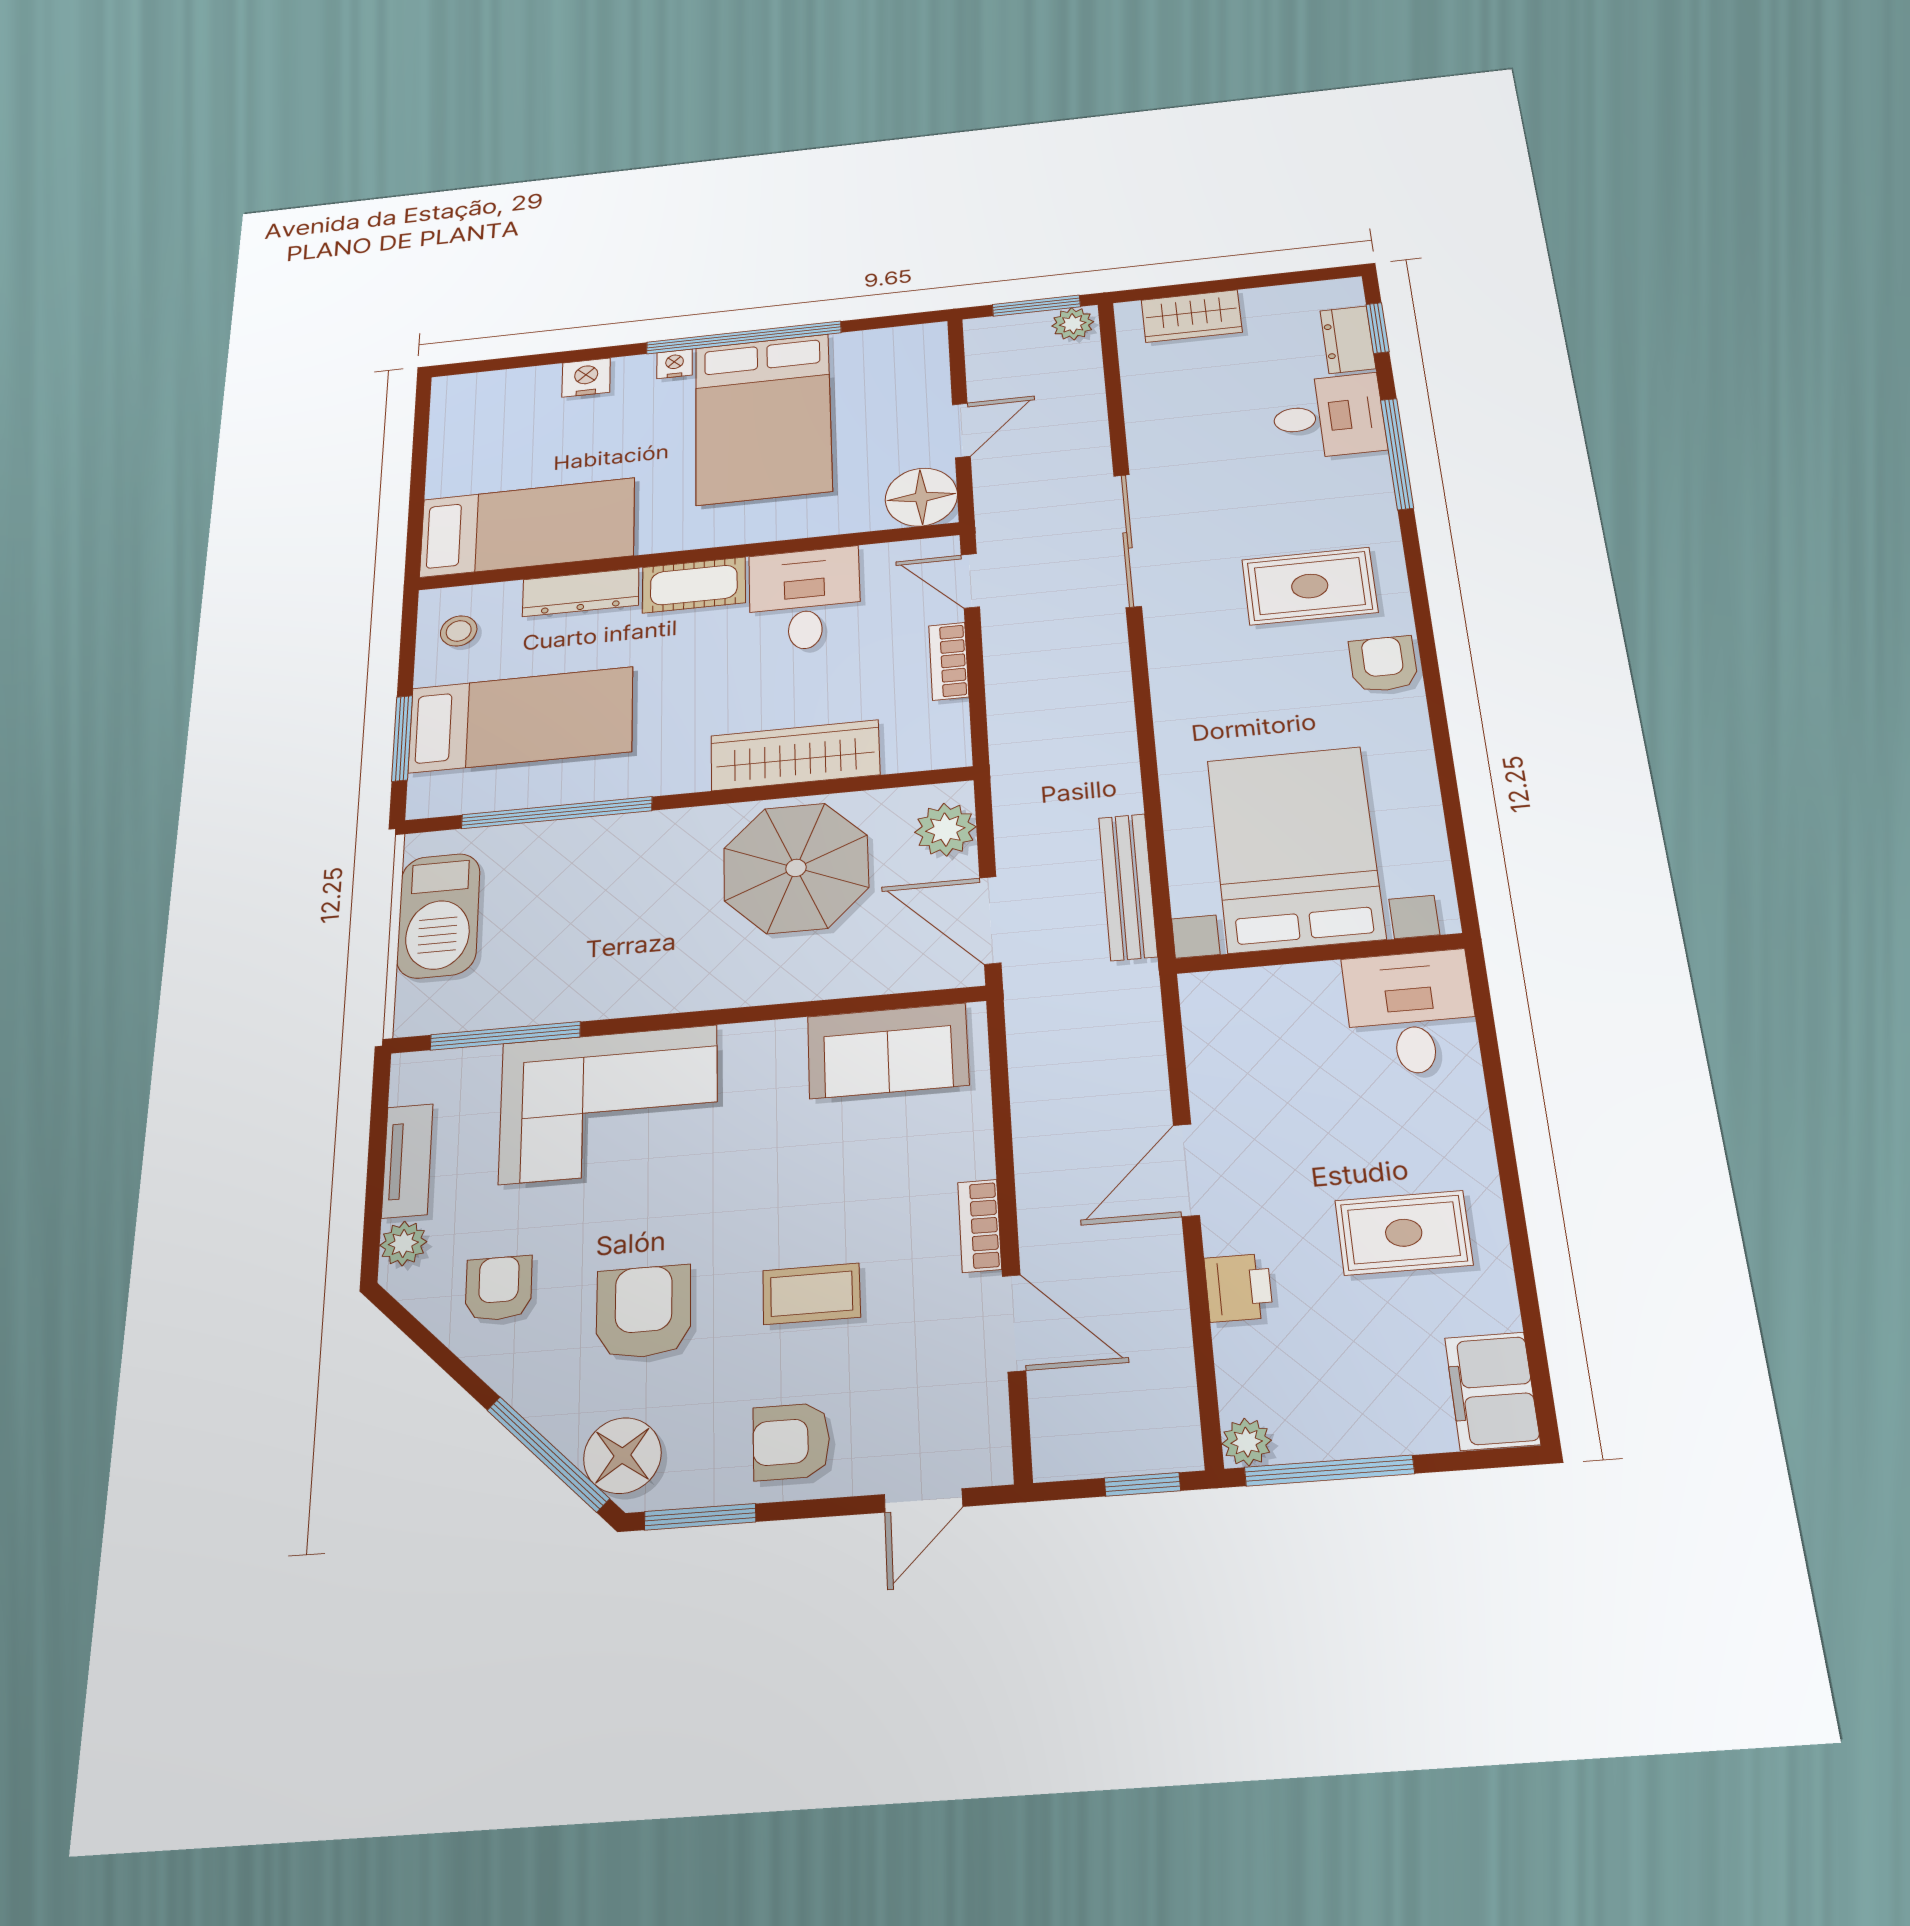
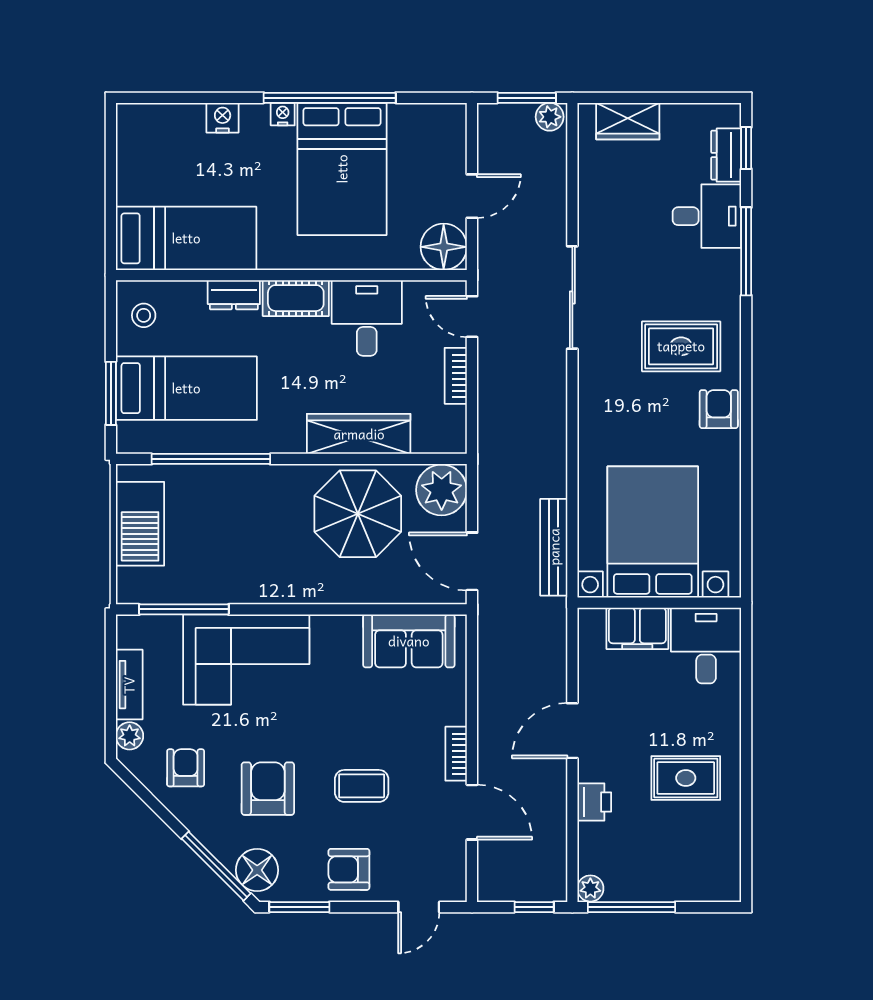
dresser: (581, 592) -> (234, 295), width x0.70
plant: (945, 830) -> (442, 490), width x1.36, depth x1.36
filing cabinet: (1492, 1391) -> (637, 628), moved, turned -90

